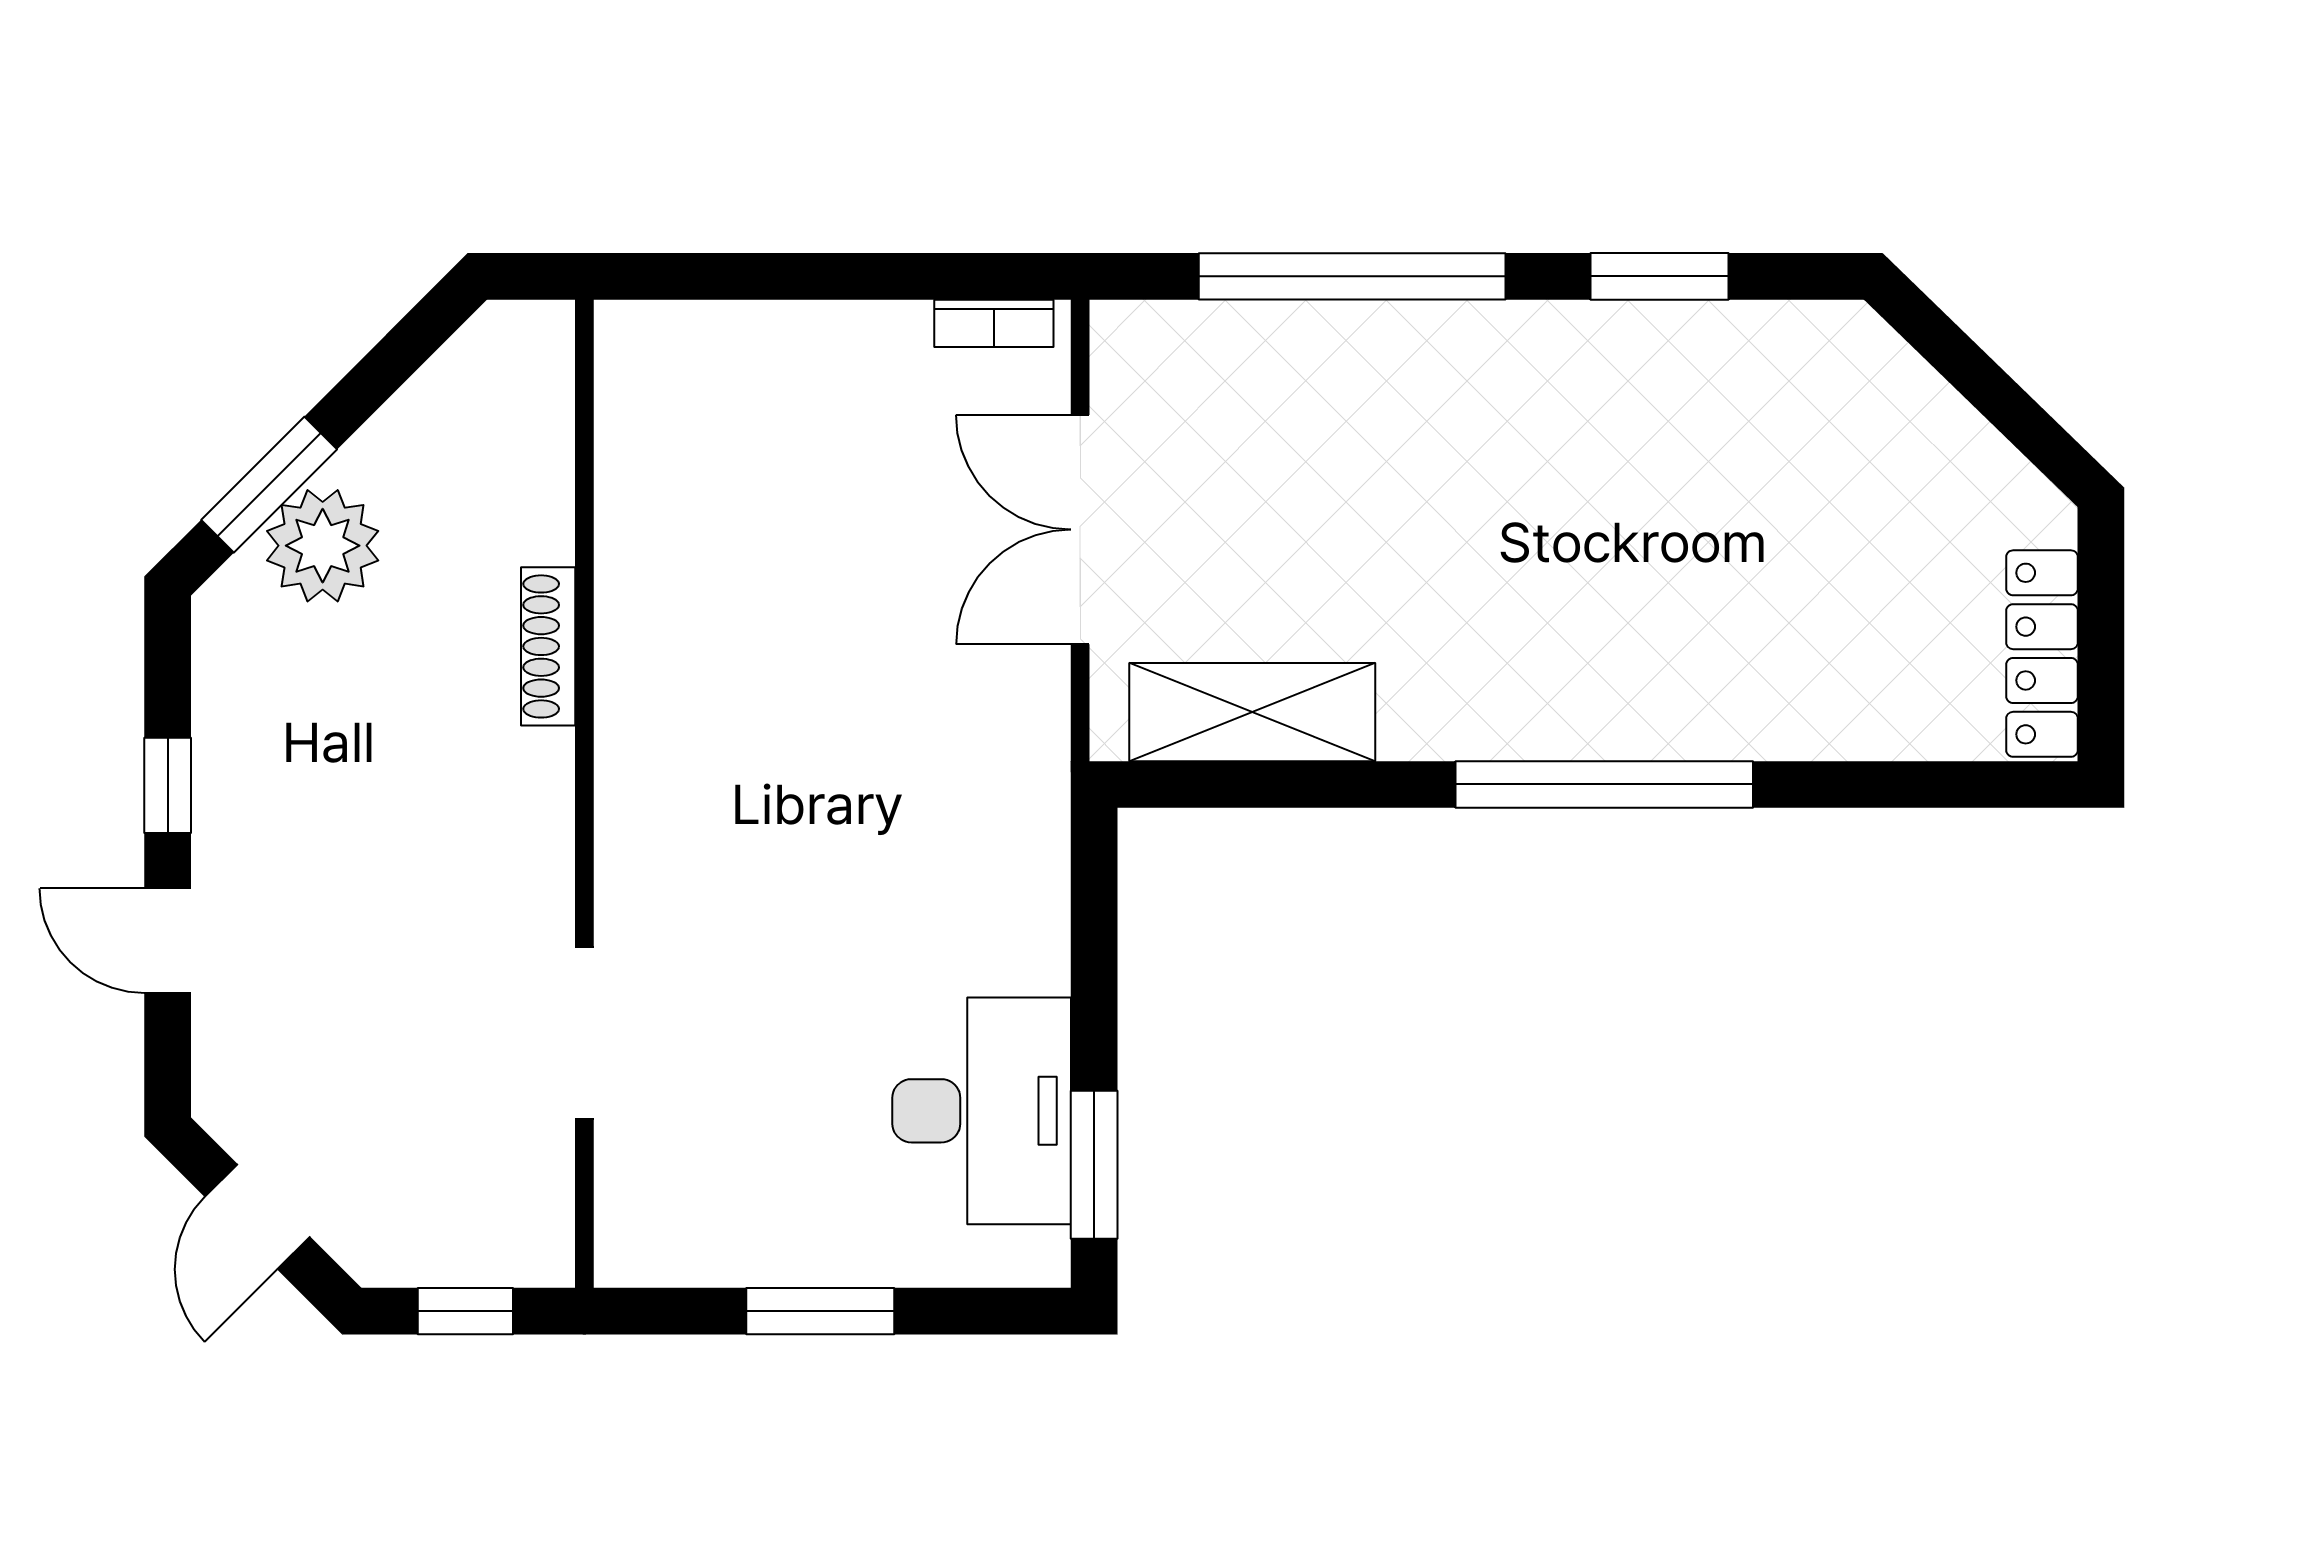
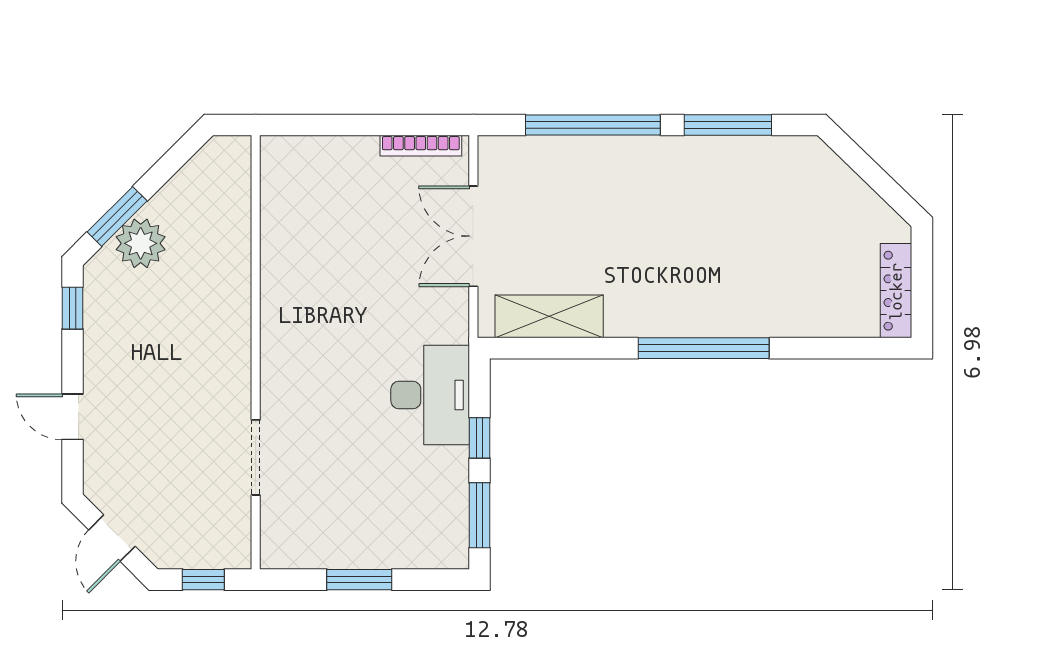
window: (1660, 276) -> (728, 125), width x1.44
bookcase: (994, 323) -> (421, 146), width x1.56
shoe rack: (548, 646) -> (240, 288), removed
window: (168, 785) -> (73, 308), moved
window: (1094, 989) -> (479, 438), added
desk: (982, 1111) -> (430, 395), moved

